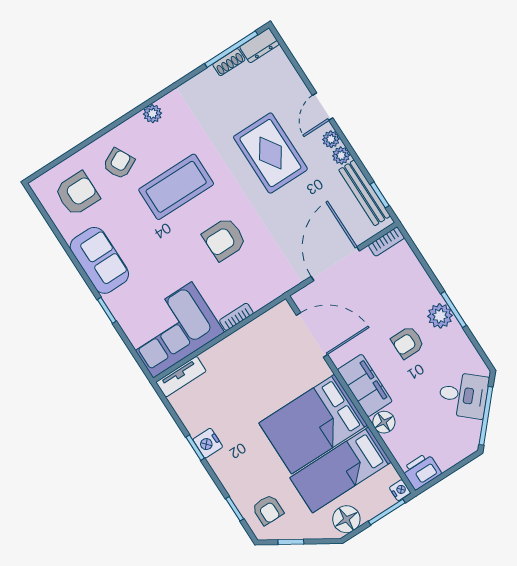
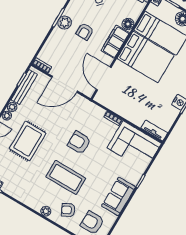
plant: (152, 114) -> (46, 211), moved
armchair: (224, 239) -> (79, 142), turned 180
armchair: (408, 342) -> (85, 32), turned 90

